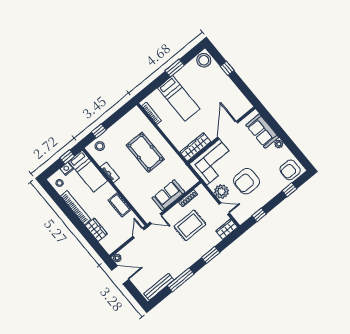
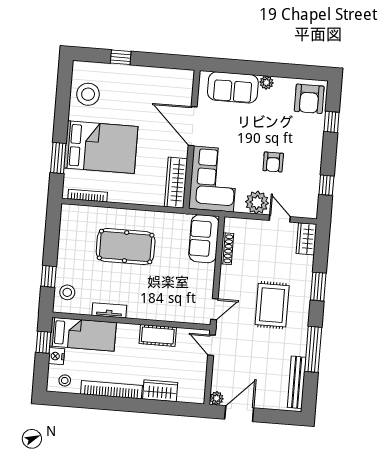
stool: (204, 60) -> (88, 94), moved
window: (175, 68) -> (58, 158), moved
bed: (179, 98) -> (101, 147), width x1.50
armchair: (246, 181) -> (273, 162), width x0.53, depth x0.53
sofa: (168, 195) -> (204, 239), moved
door: (224, 209) -> (280, 219), hinge flipped
rug: (190, 225) -> (272, 305), moved

